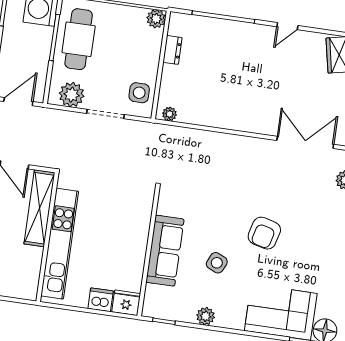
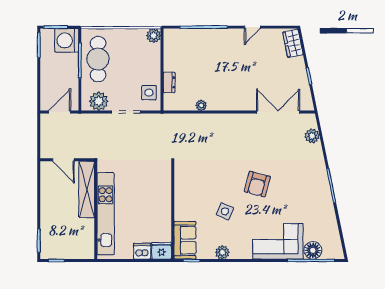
dresser: (172, 50) -> (169, 82), moved
plant: (169, 114) -> (201, 105), moved
sofa: (165, 251) -> (185, 240), moved, width x0.73

